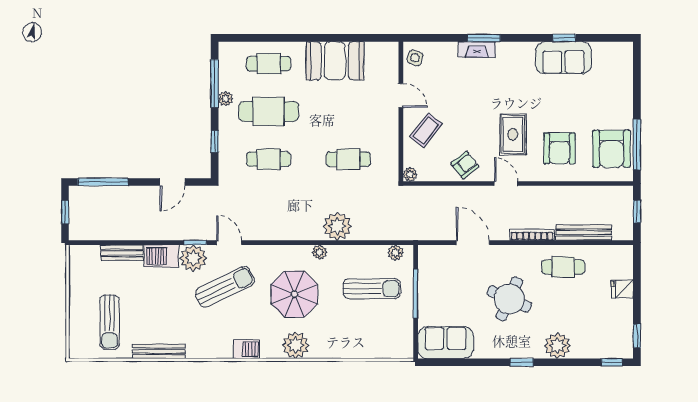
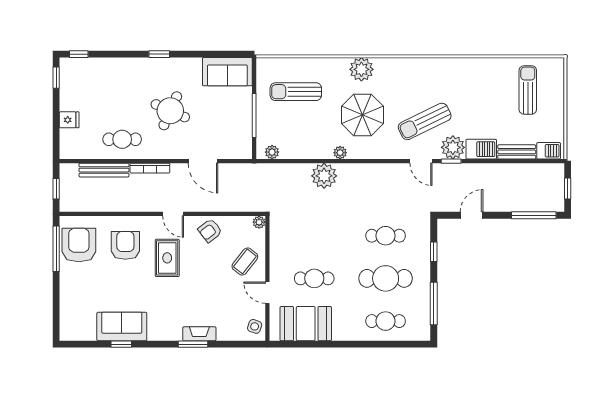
booth: (335, 61) -> (306, 324), moved
plant: (226, 99) -> (424, 290), removed
cafe table: (348, 159) -> (314, 278), moved
sun lounger: (372, 289) -> (296, 92), moved
plant: (558, 346) -> (127, 69), removed
barbecue: (246, 349) -> (549, 151), moved, turned 180
bench: (159, 351) -> (484, 64), removed

